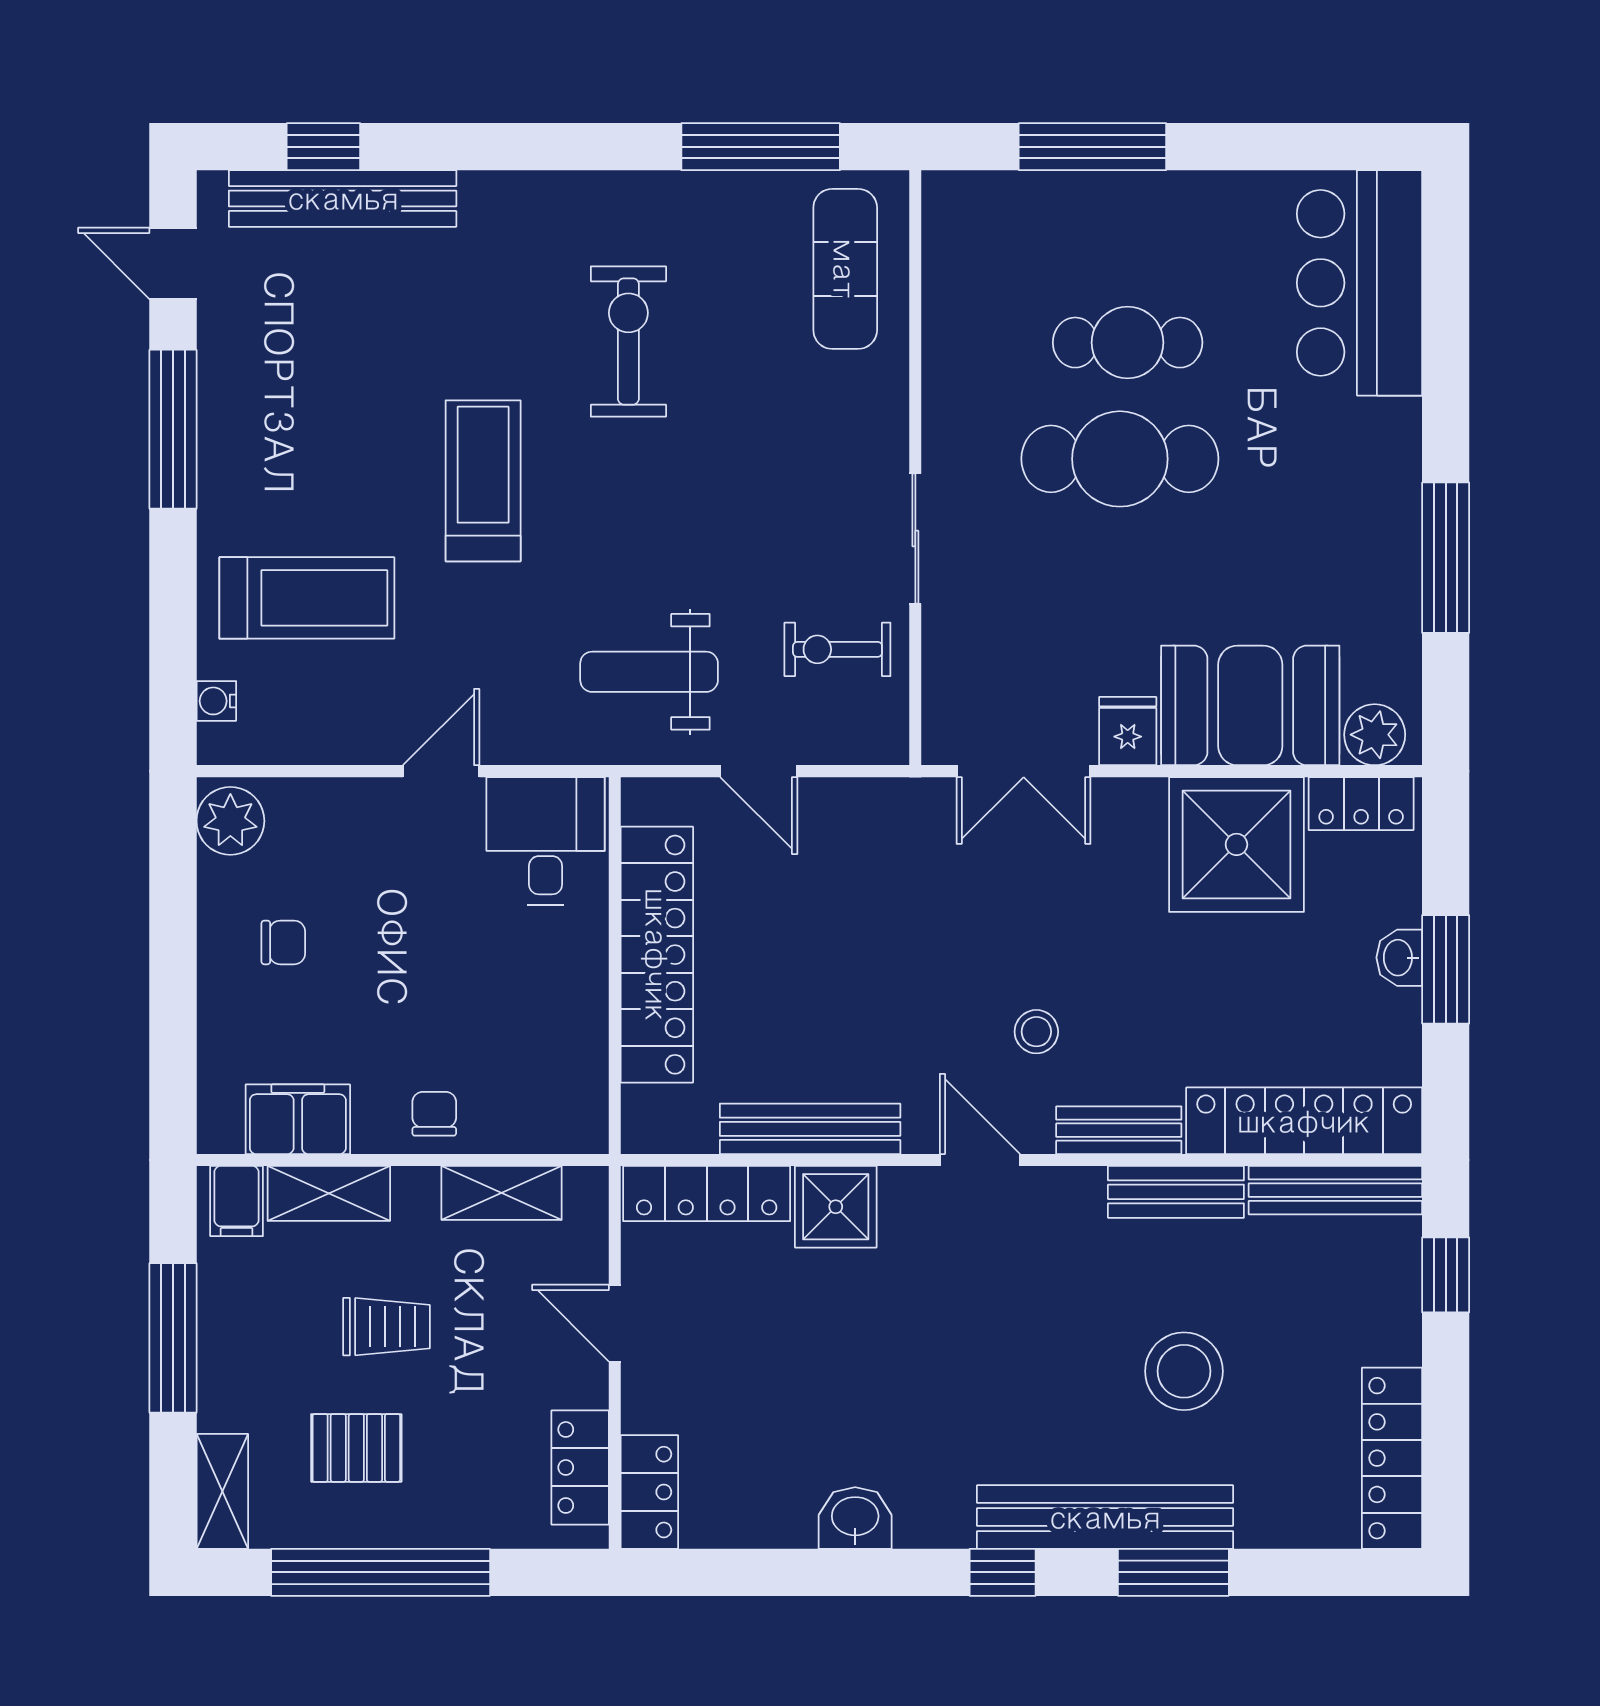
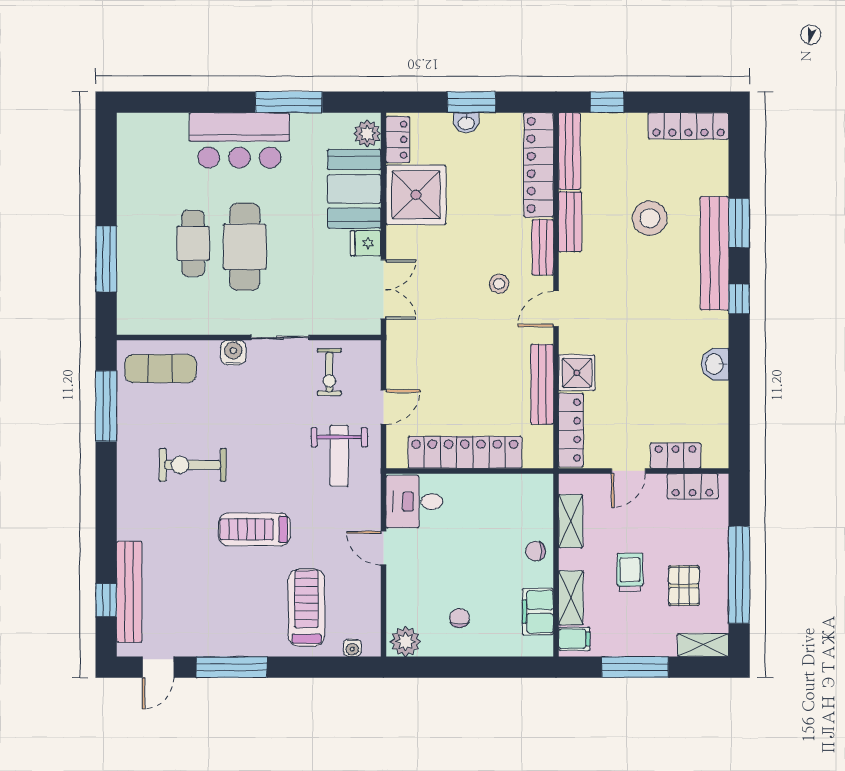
bar counter: (1359, 283) -> (239, 140), moved
water cooler: (881, 433) -> (233, 353), added
locker: (649, 1492) -> (676, 456), moved

